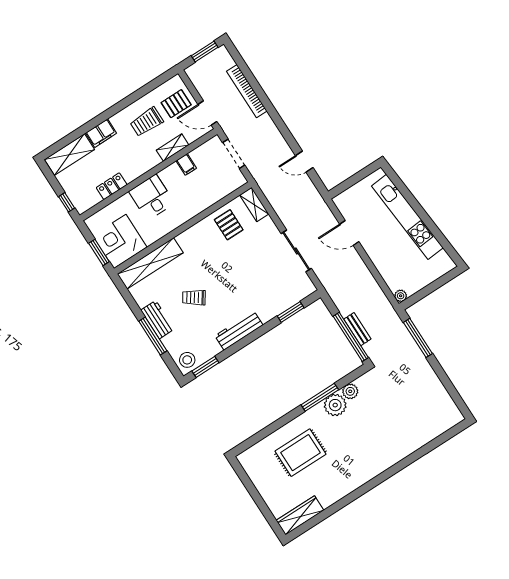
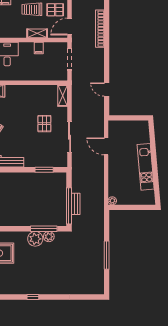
door: (207, 113) -> (70, 27), hinge flipped
kitchen unit: (407, 217) -> (146, 167), width x0.73
pallet: (229, 225) -> (44, 124), moved
window: (418, 338) -> (107, 255), moved
window: (320, 397) -> (44, 229), moved
window: (379, 479) -> (33, 297), added

